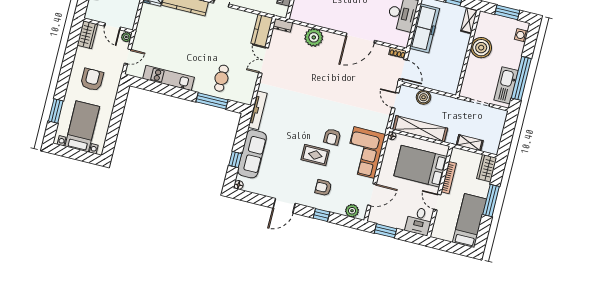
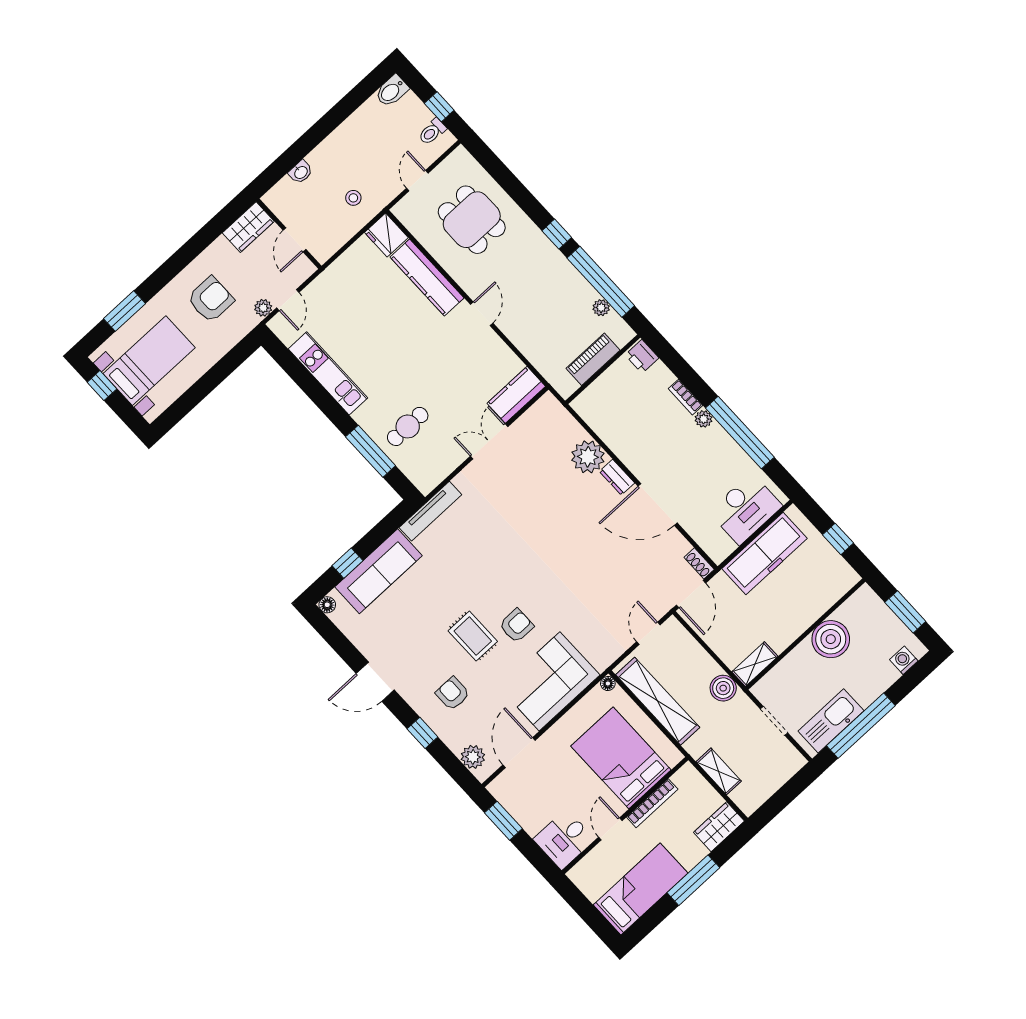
shelving: (469, 21) -> (755, 664), moved
dresser: (283, 25) -> (617, 477), moved
plant: (126, 37) -> (263, 308), moved
door: (128, 56) -> (288, 300), hinge flipped
boiler: (424, 97) -> (723, 688), moved
armchair: (332, 137) -> (516, 626), turned 180
window: (68, 152) -> (102, 386), added
door: (372, 195) -> (519, 753), swing flipped

